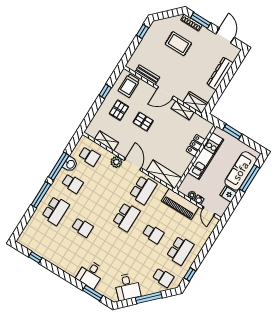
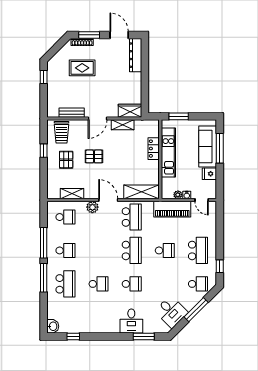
dresser: (220, 74) -> (136, 55), moved
washbasin: (70, 164) -> (53, 326), moved
school desk: (109, 244) -> (132, 284), added

